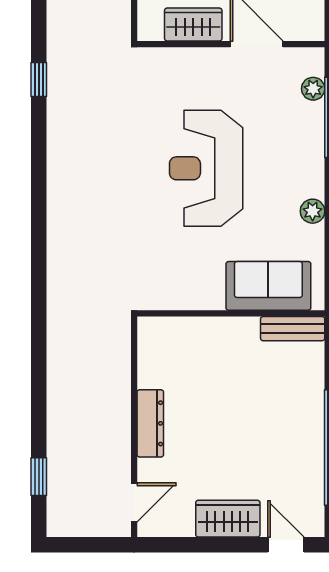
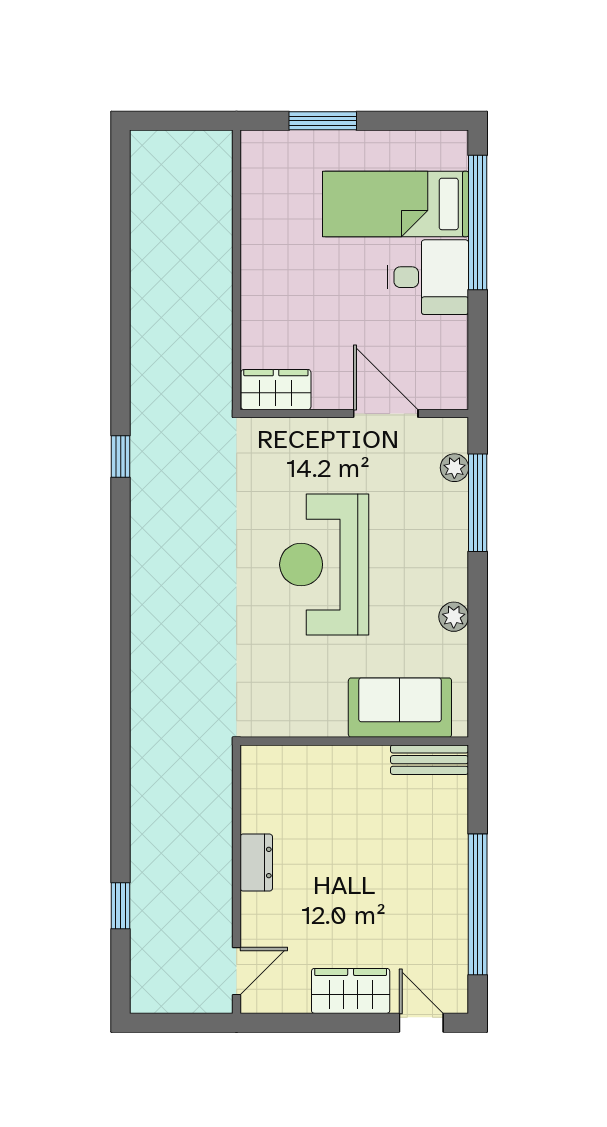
wardrobe: (193, 25) -> (276, 390), moved
dresser: (150, 423) -> (256, 863), width x0.70
window: (39, 477) -> (121, 906), moved

